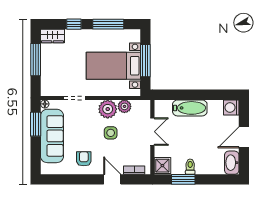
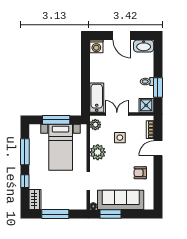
plant: (124, 106) -> (95, 125), moved
bathtub: (190, 108) -> (97, 98), moved
side table: (111, 133) -> (120, 138), moved

